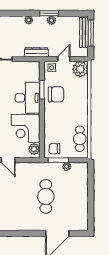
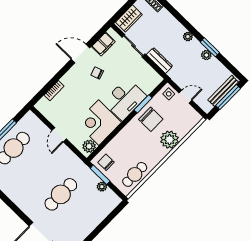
dresser: (36, 52) -> (160, 60), moved
plant: (80, 69) -> (169, 140), moved

